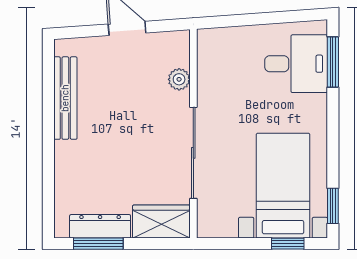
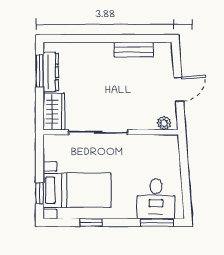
plant: (179, 79) -> (164, 123), moved
bench: (65, 98) -> (134, 50), width x0.73
window: (333, 206) -> (91, 223), moved

